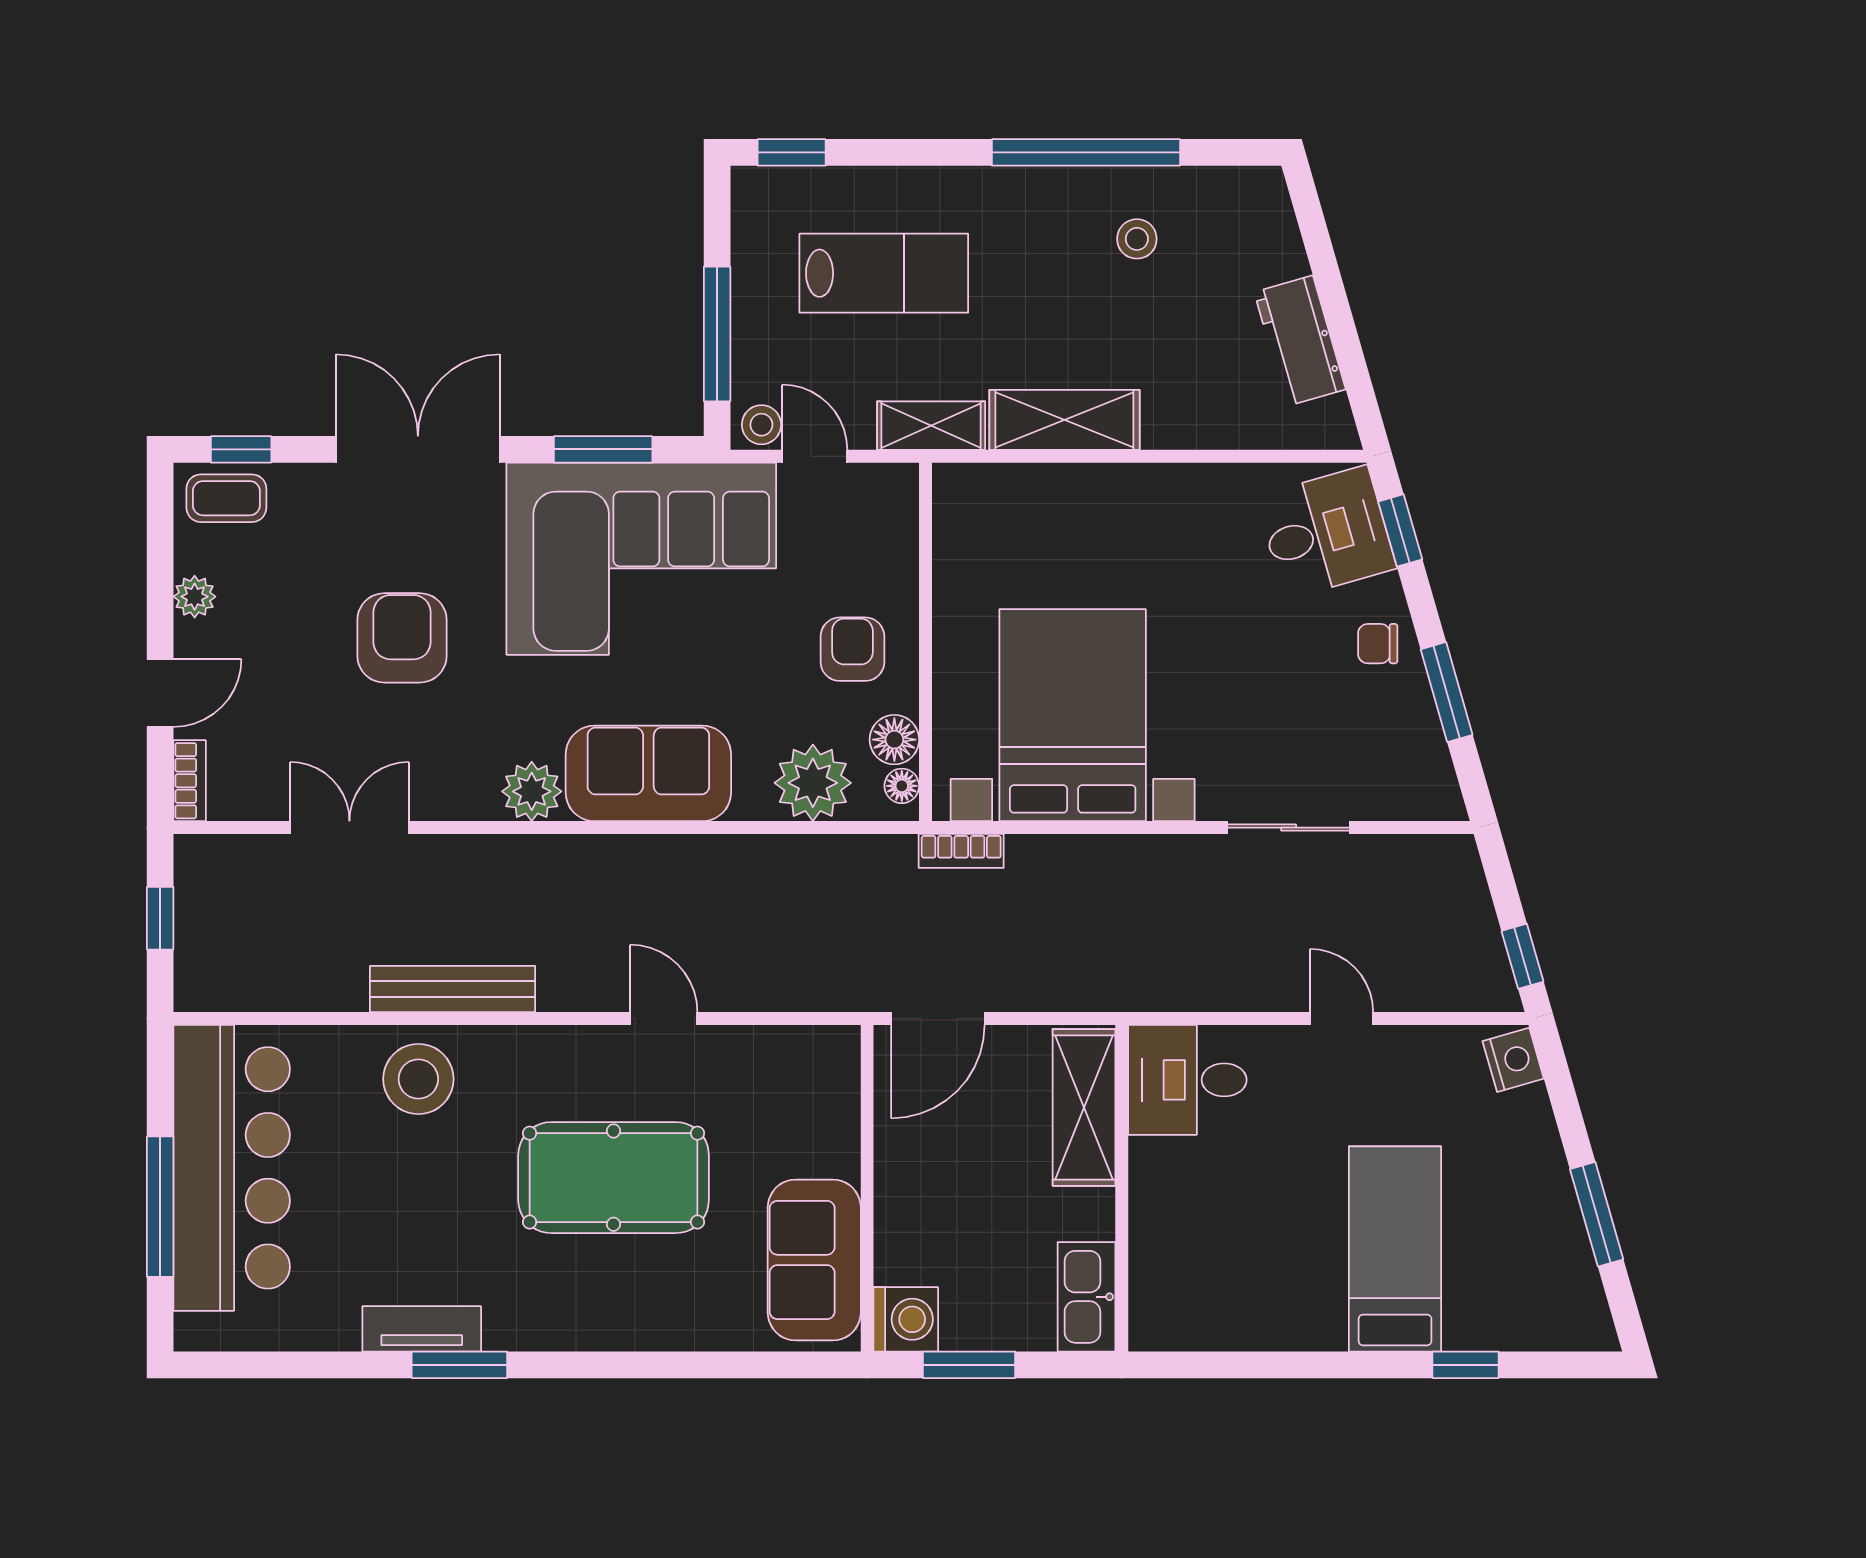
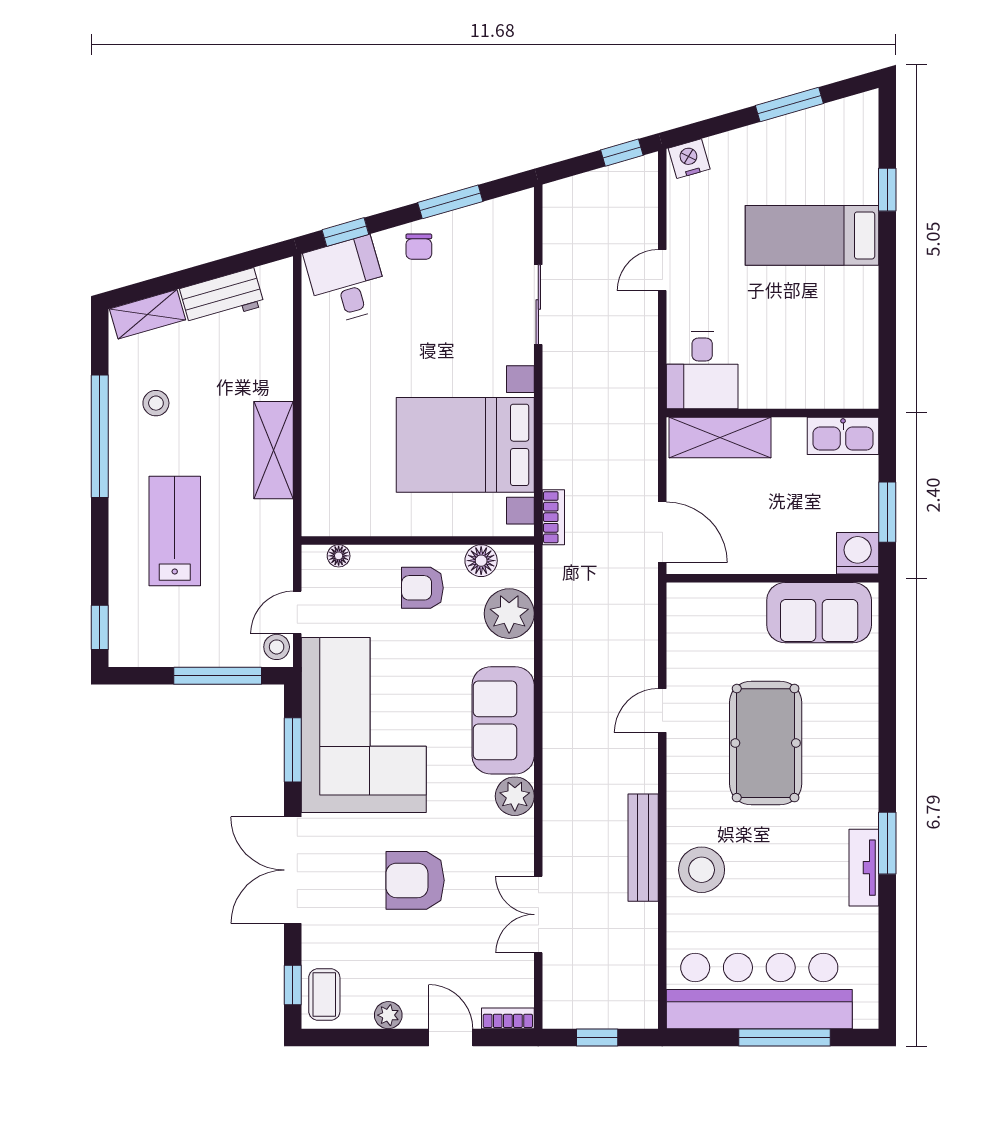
lab bench: (884, 273) -> (175, 531), moved
shelving: (931, 426) -> (147, 314), moved, turned 74
floor lamp: (902, 786) -> (339, 556), moved

